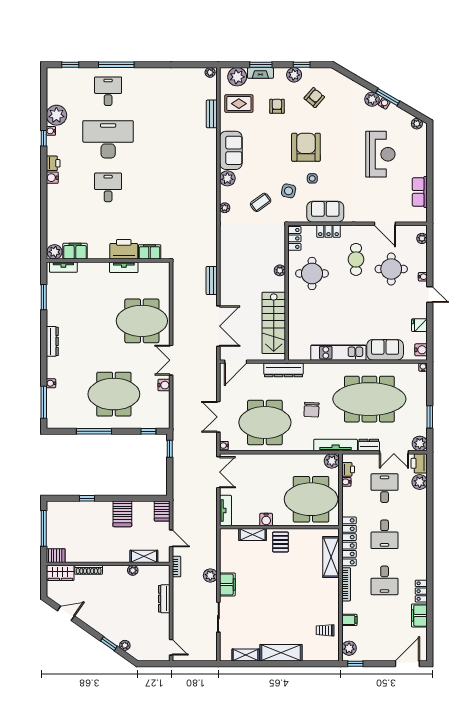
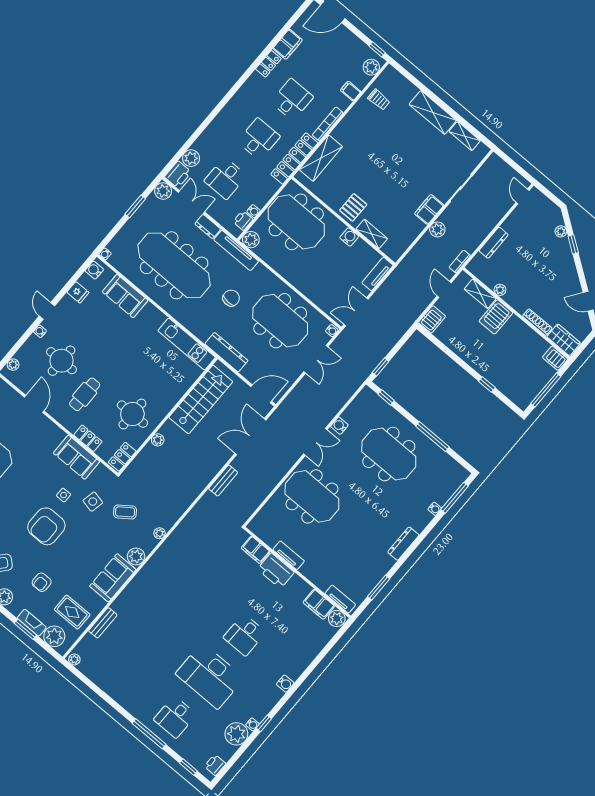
printer: (53, 163) -> (215, 765), moved
kitchen unit: (338, 353) -> (187, 344), moved
server rack: (122, 514) -> (496, 317), moved, turned 180

